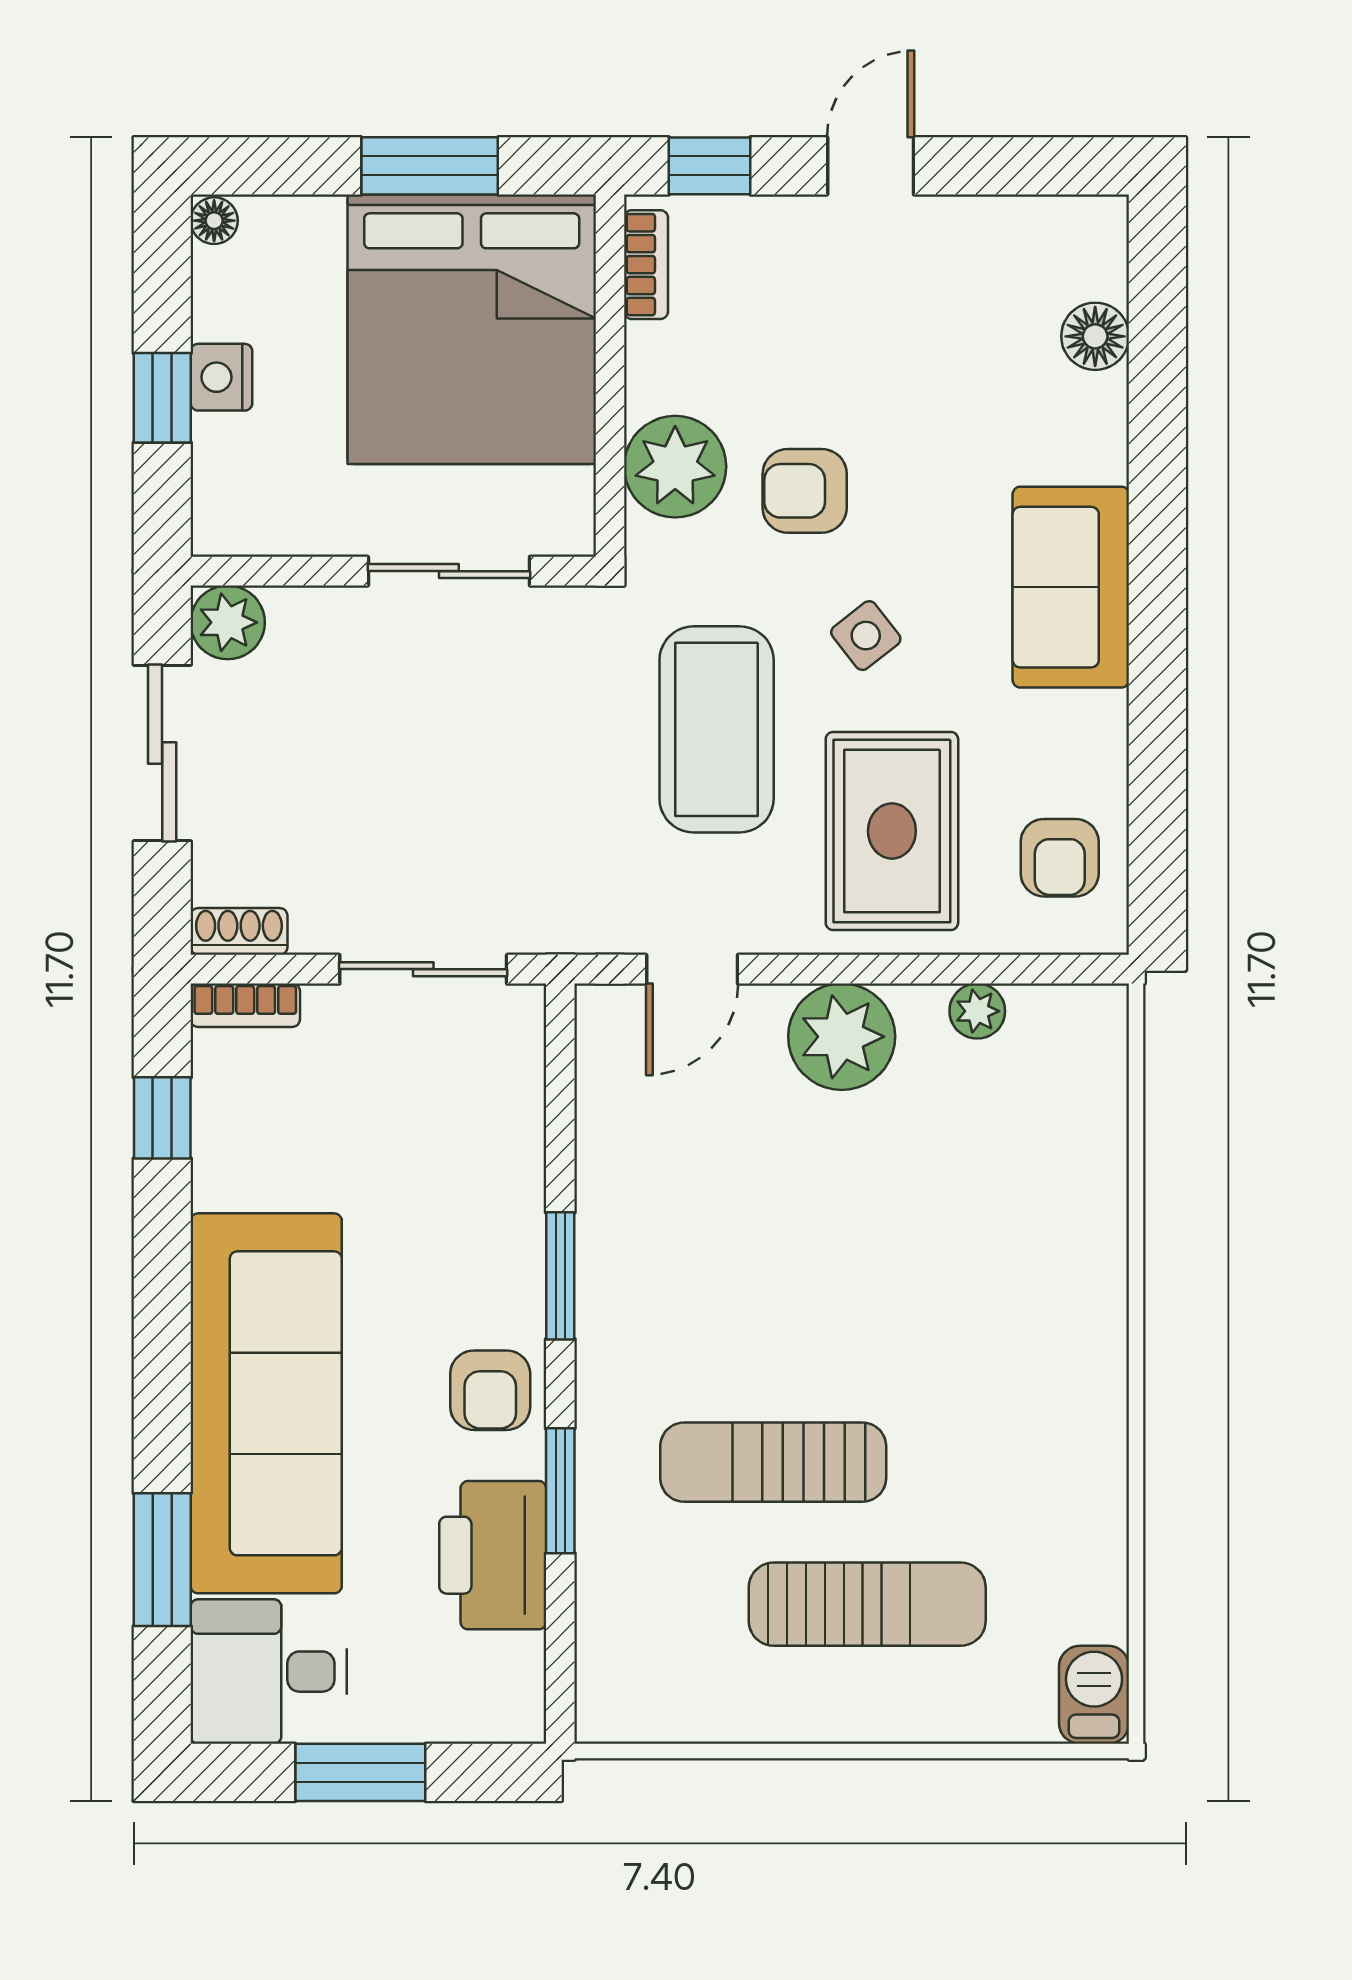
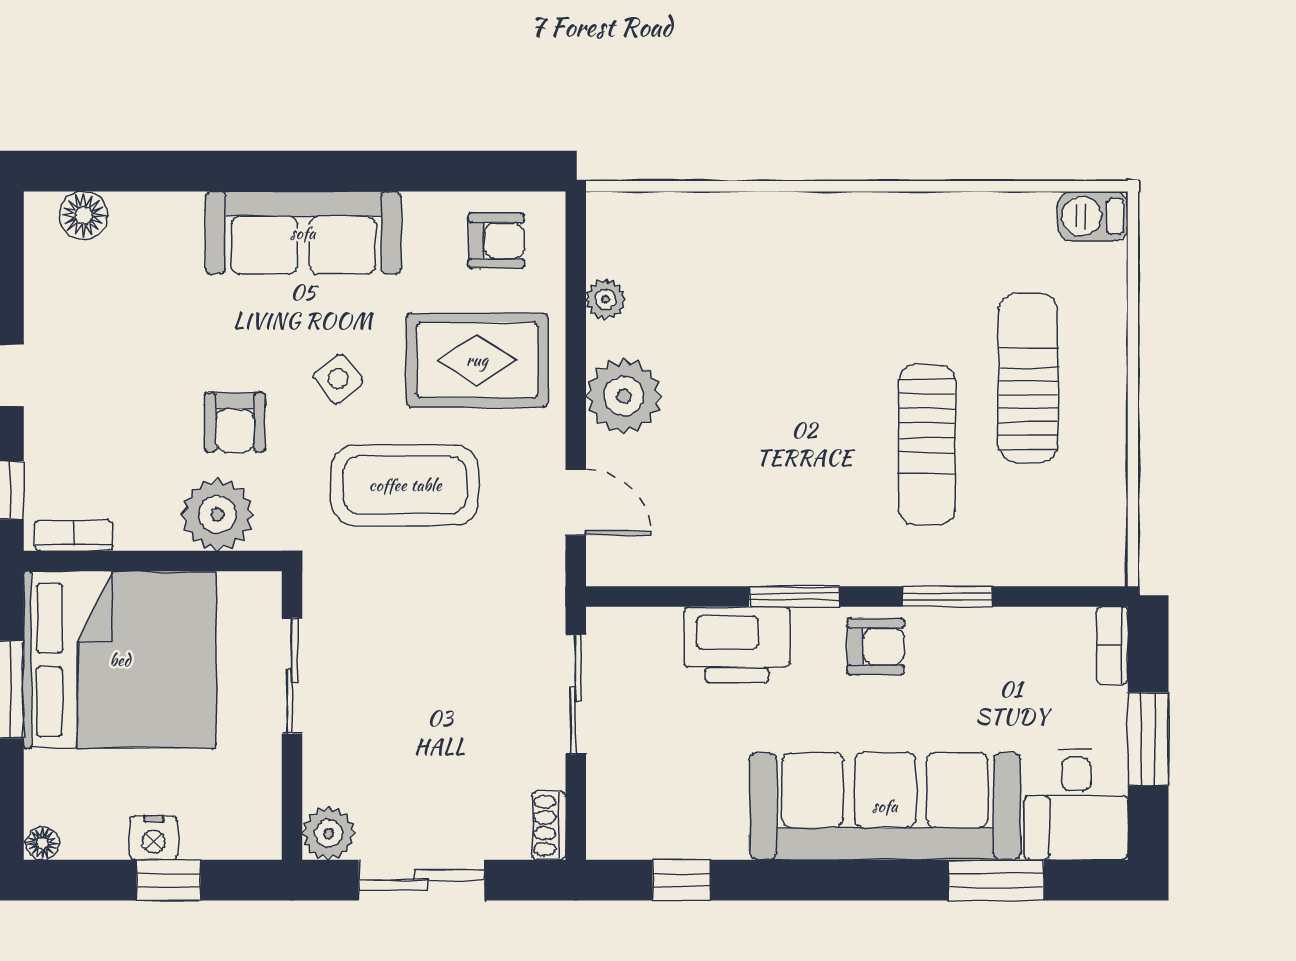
floor lamp: (1095, 336) -> (84, 215), moved
sofa: (1071, 587) -> (303, 233), width x1.36
bookcase: (245, 1005) -> (1112, 646), moved, turned 180
printer: (493, 1555) -> (737, 645), moved

